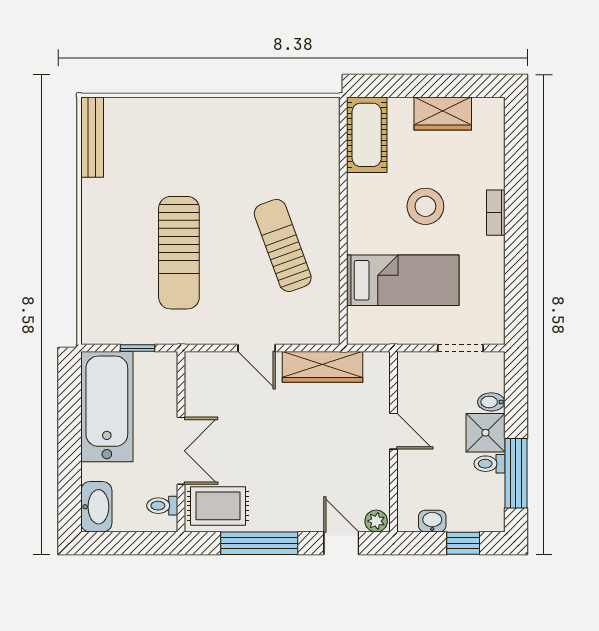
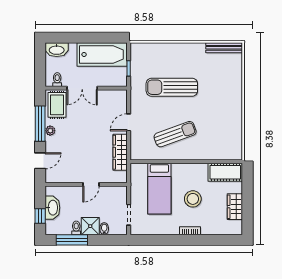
plant: (376, 521) -> (50, 131), moved
washbasin: (432, 521) -> (52, 208), width x1.91, depth x1.45

